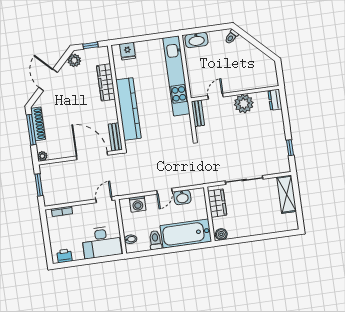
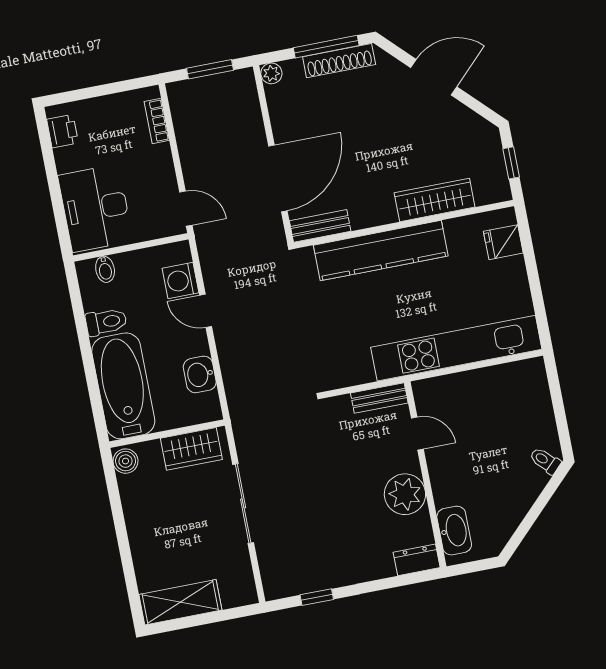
washbasin: (197, 40) -> (454, 531), moved, turned 180
plant: (74, 60) -> (478, 130), removed
door: (164, 191) -> (206, 311), moved
shelving: (287, 194) -> (180, 602), moved

